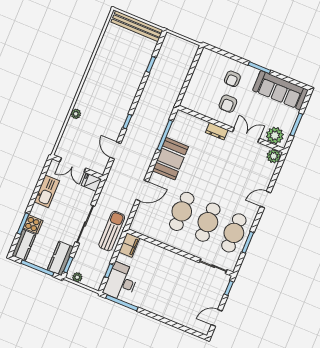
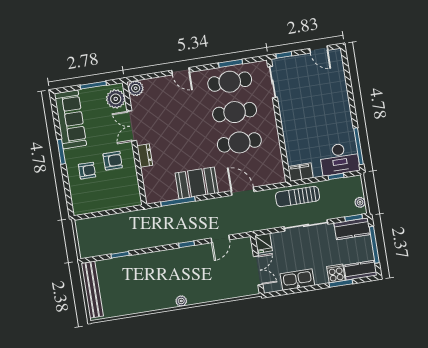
plant: (76, 114) -> (181, 301), moved

